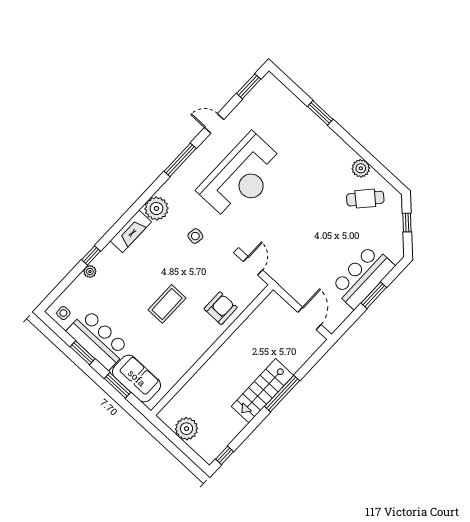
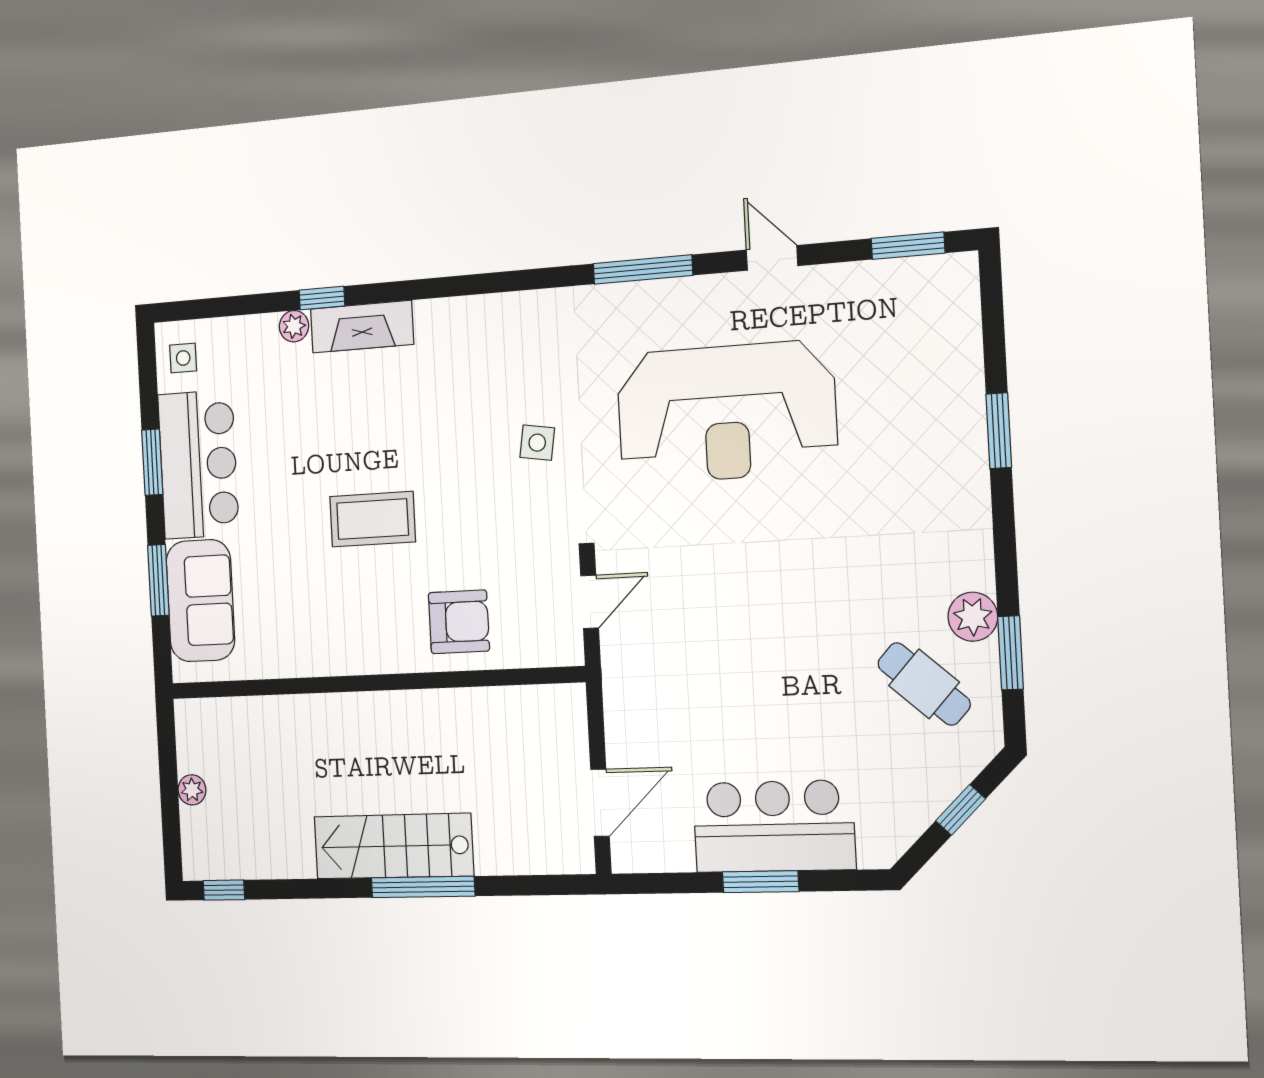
window: (380, 168) -> (1011, 653), added
plant: (156, 208) -> (515, 322), removed
fireplace: (131, 231) -> (362, 327), moved
plant: (186, 429) -> (192, 790), width x0.53, depth x0.53

